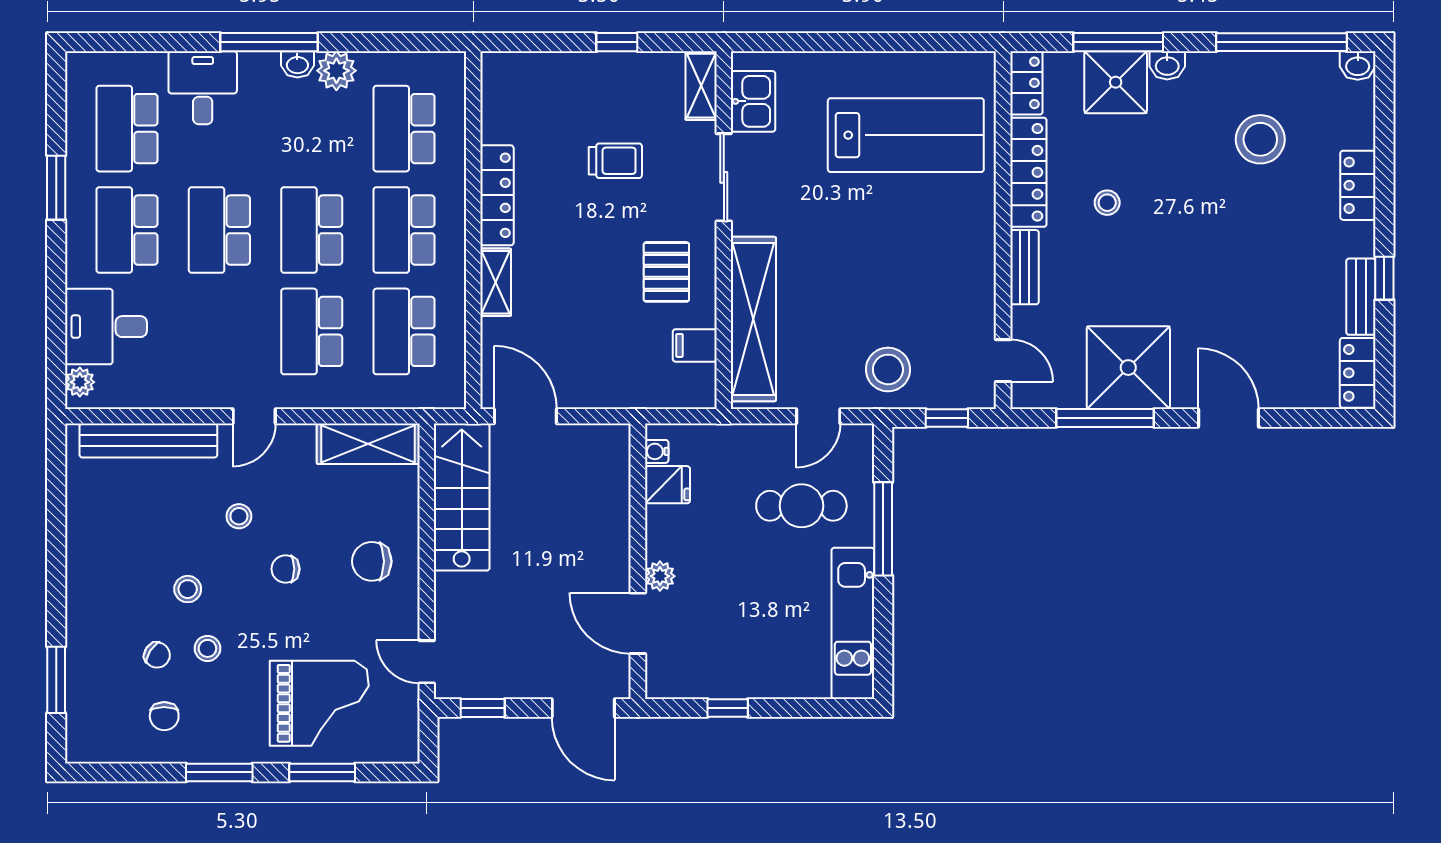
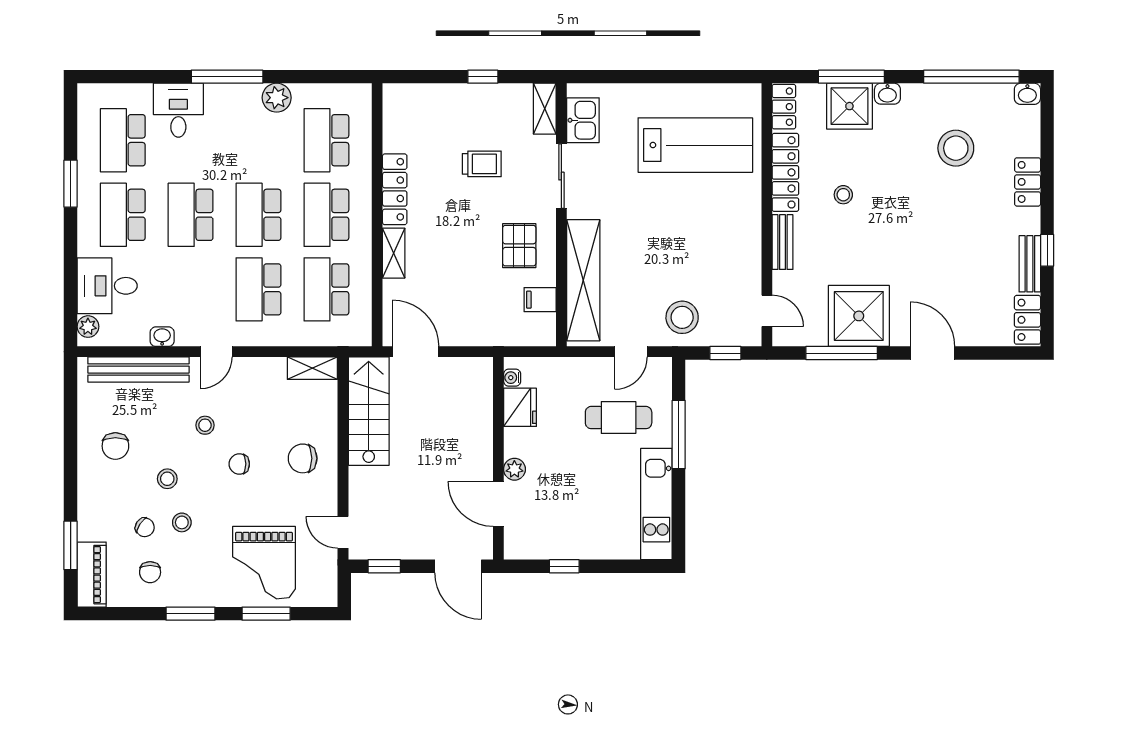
washbasin: (297, 64) -> (162, 337), moved, turned 180
shelving: (368, 444) -> (312, 368), width x0.67, depth x0.75
fridge: (667, 485) -> (520, 407), width x1.38
chair: (117, 545) -> (115, 446), added
grand piano: (319, 703) -> (264, 563), turned 90
piano: (85, 719) -> (92, 575), added

